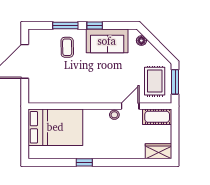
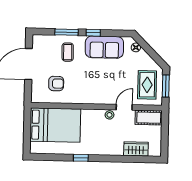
armchair: (55, 82) -> (56, 84), added
wardrobe: (159, 151) -> (136, 149), moved

